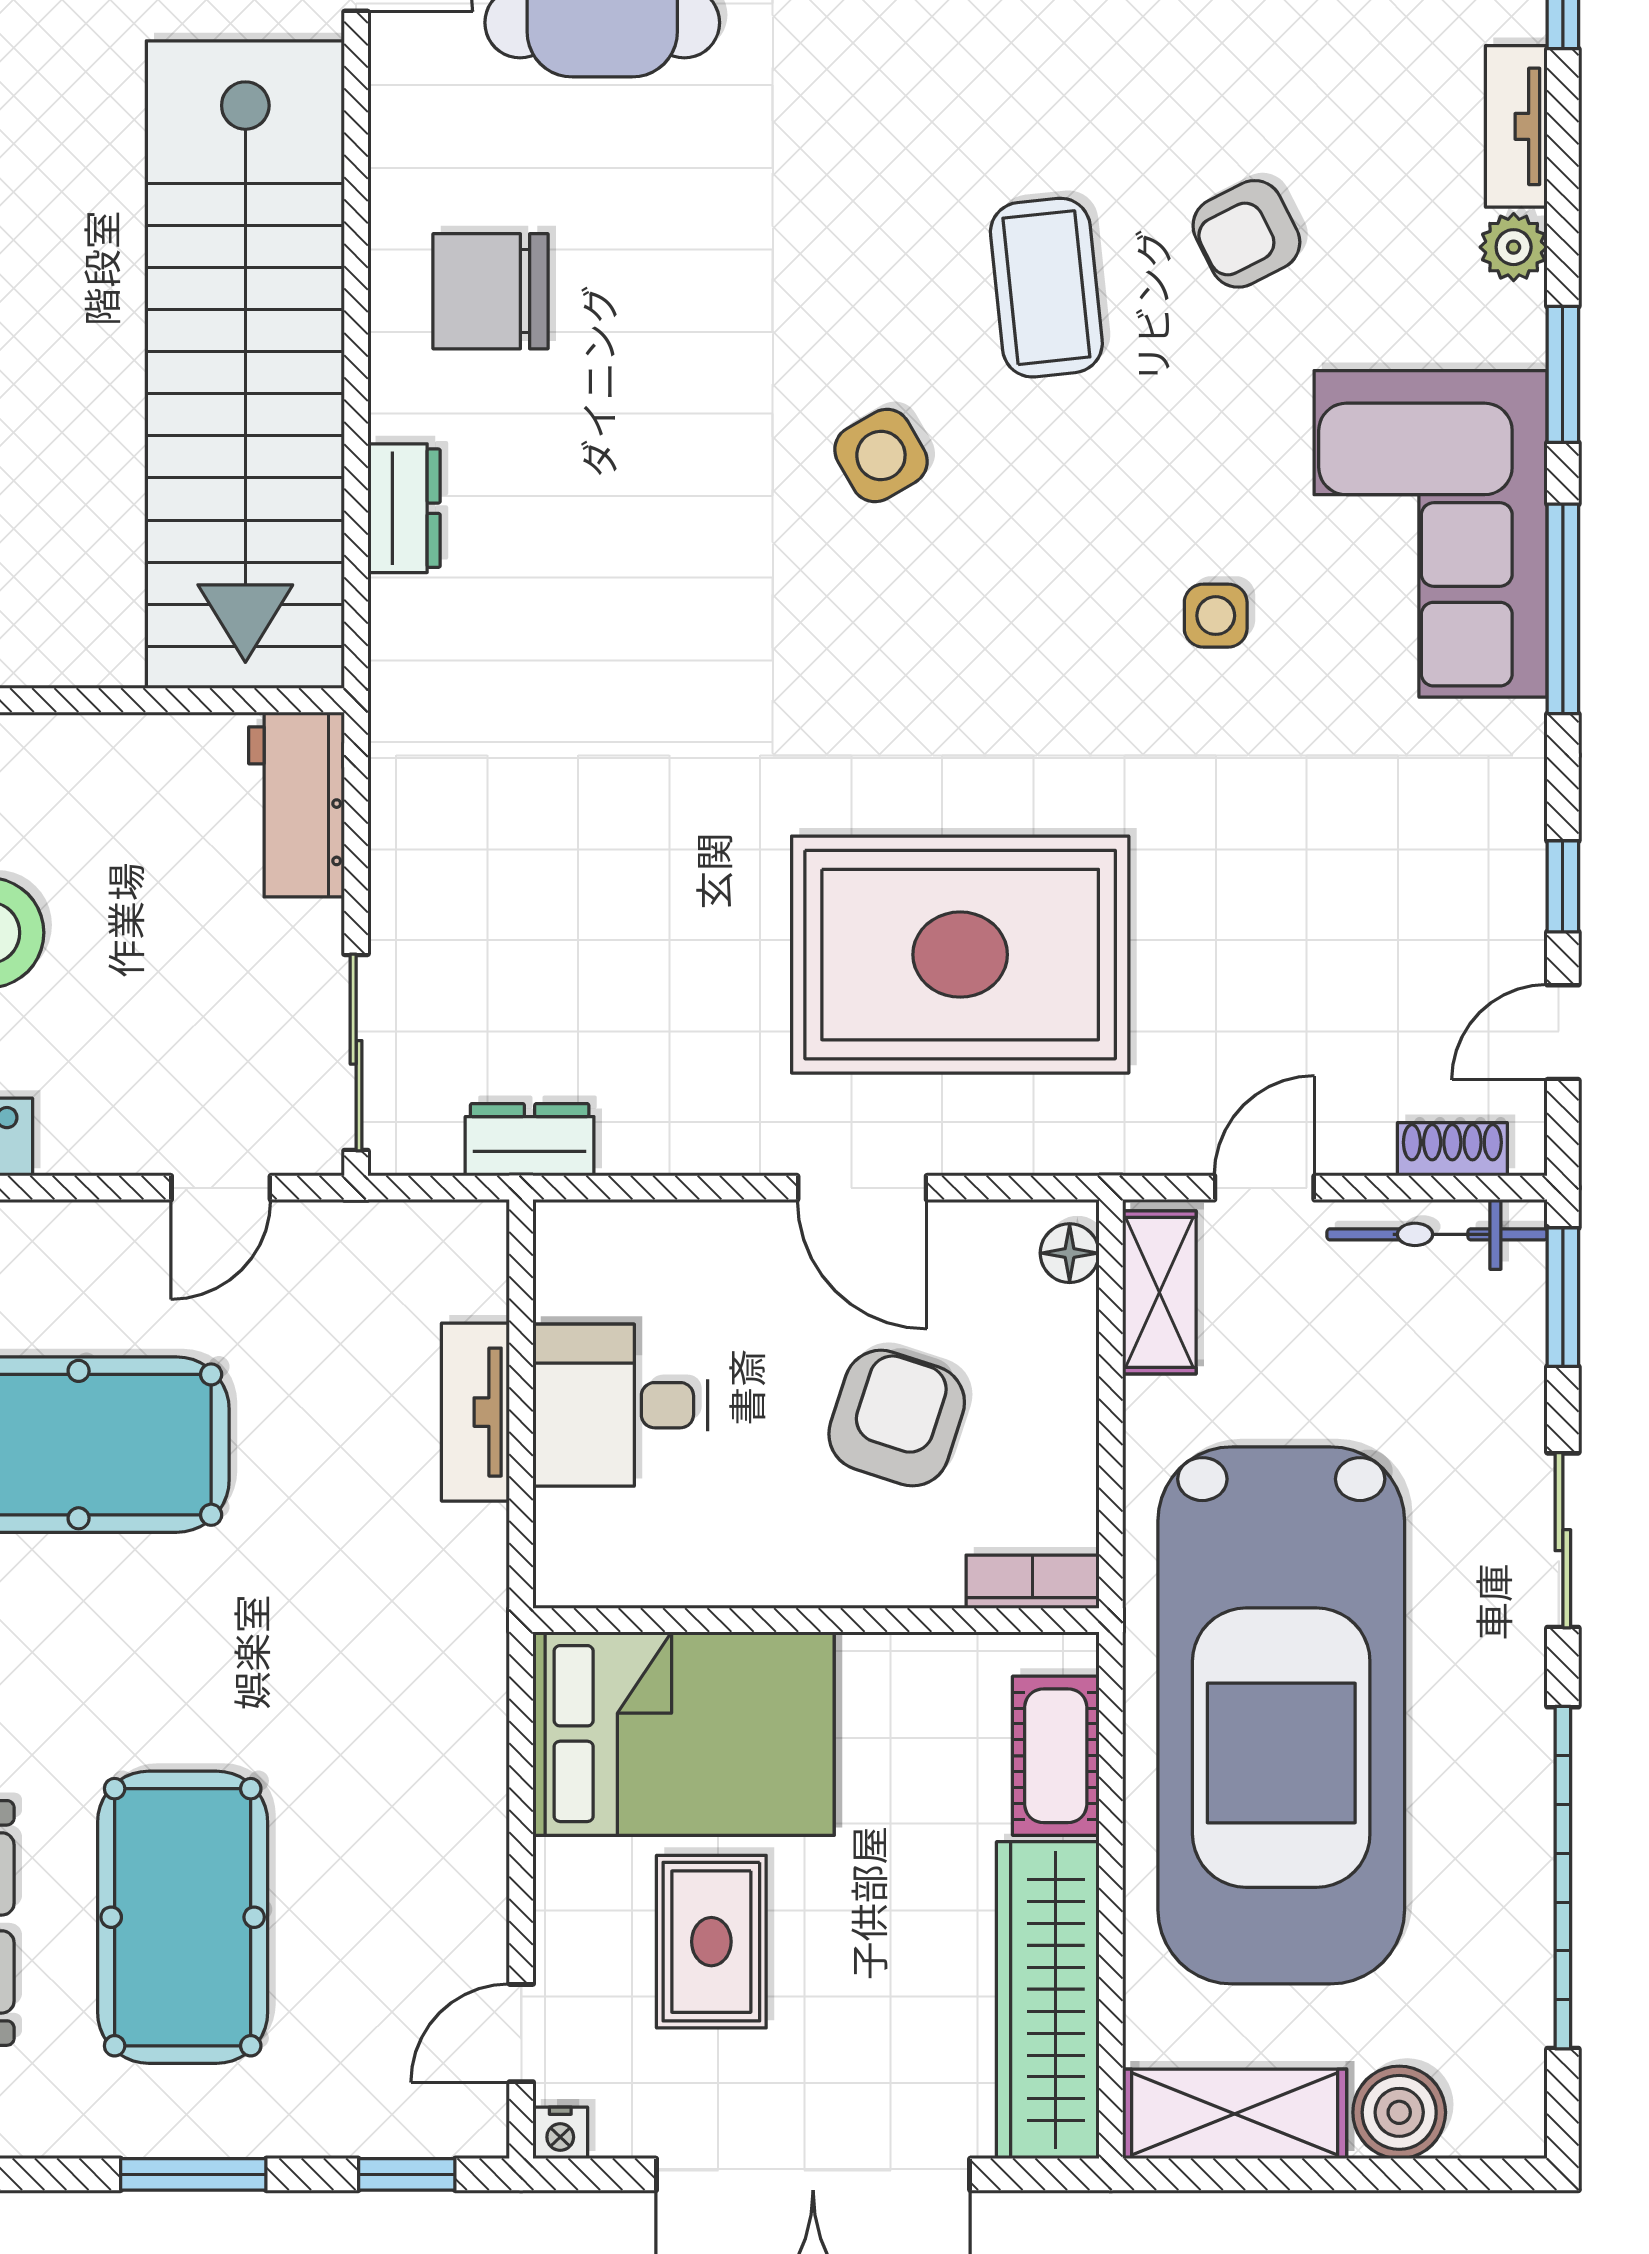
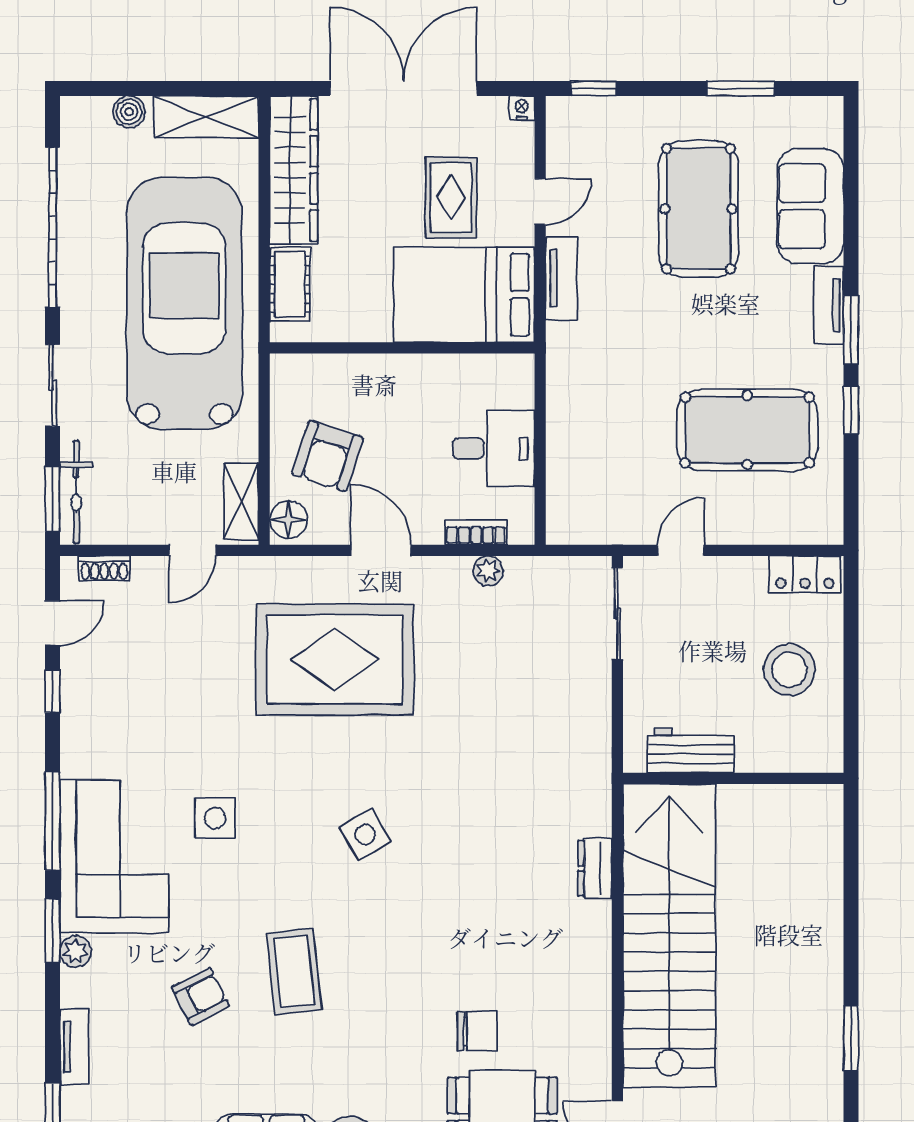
plant: (1514, 247) -> (76, 951), moved
chair: (490, 291) -> (477, 1031), moved, width x0.73, depth x0.73
side table: (881, 456) -> (365, 835), moved
side table: (1216, 616) -> (215, 818), width x1.37, depth x1.37
workbench: (296, 805) -> (691, 751), moved, turned -90
dresser: (530, 1140) -> (536, 573), removed
plant: (632, 1144) -> (488, 571), added
bicycle: (1437, 1234) -> (76, 492), moved, turned 90
floor lamp: (1070, 1253) -> (289, 520), width x1.37, depth x1.37
tv unit: (475, 1412) -> (561, 278), moved
armchair: (897, 1418) -> (328, 456), moved
bookcase: (1033, 1582) -> (476, 532), moved, turned 180
door: (521, 2033) -> (540, 202), moved
boiler: (1399, 2112) -> (129, 112), width x0.73, depth x0.73
window: (193, 2174) -> (741, 88), moved

